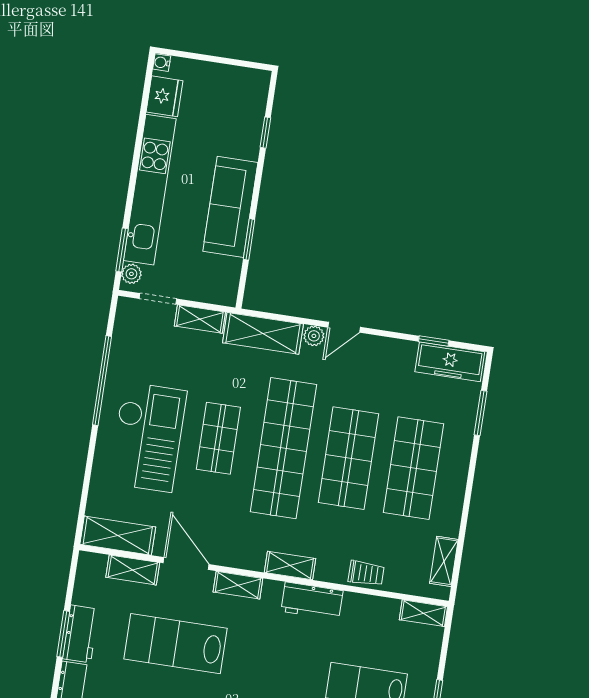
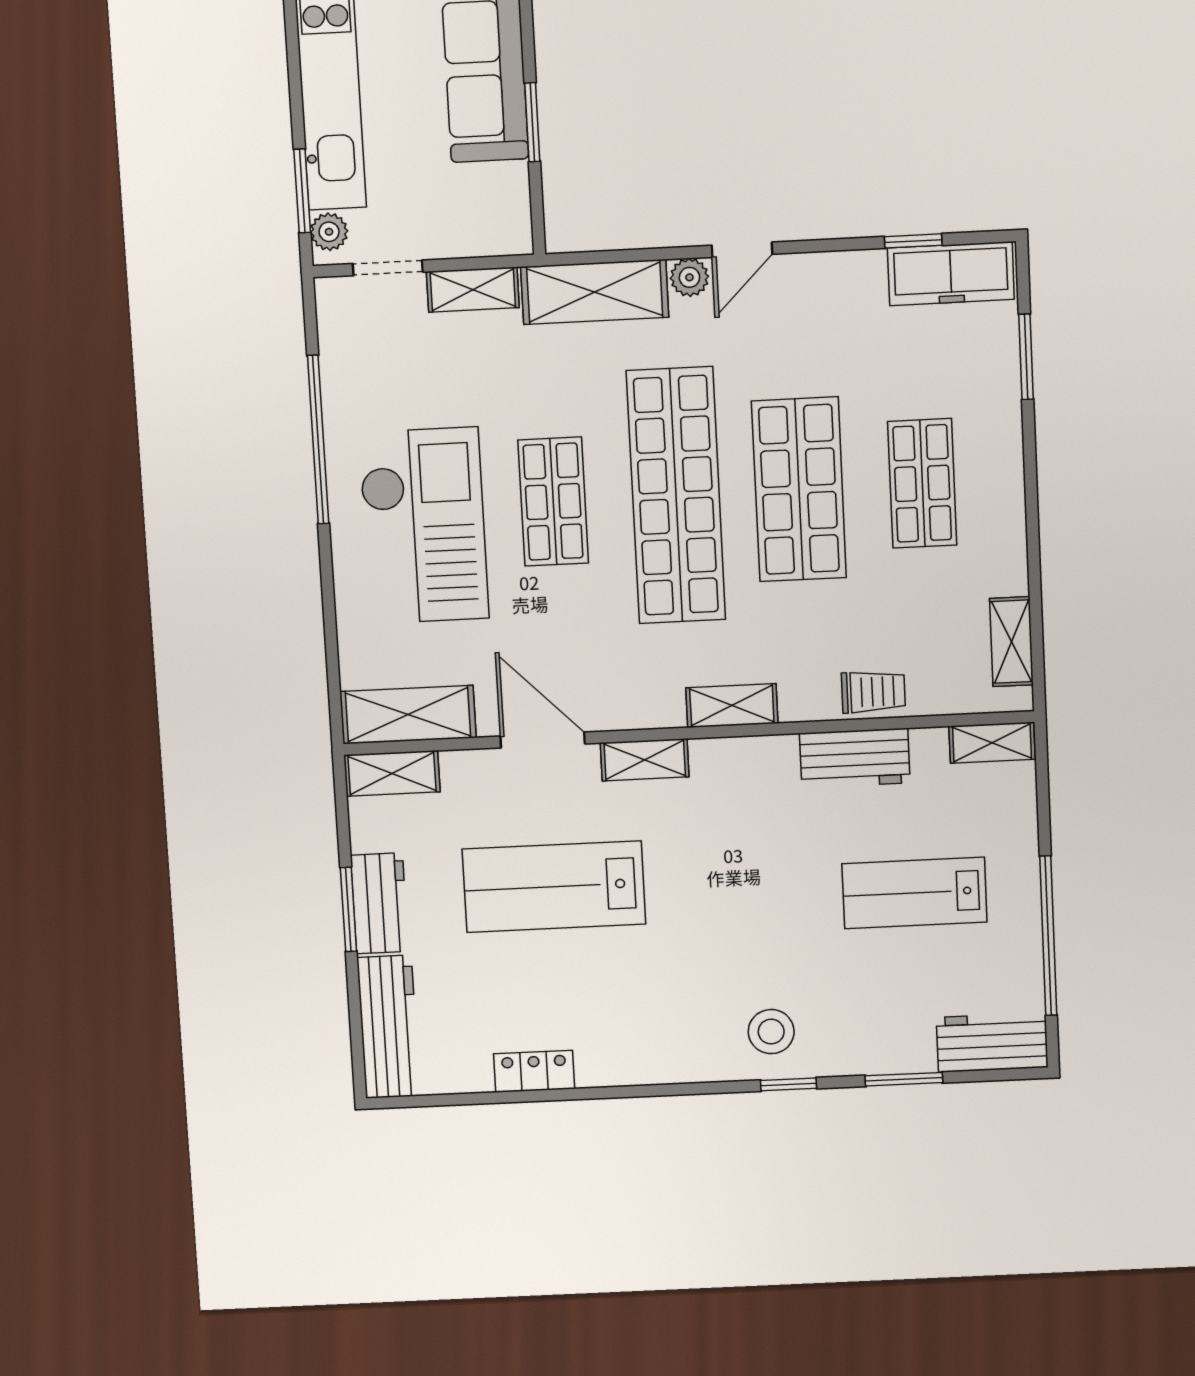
shop shelf: (414, 468) -> (922, 483), width x0.70, depth x0.74
shelving: (133, 570) -> (392, 773), moved
workbench: (312, 601) -> (855, 758), moved

